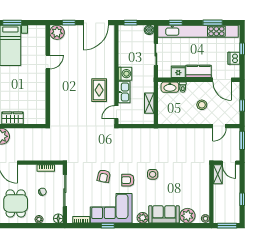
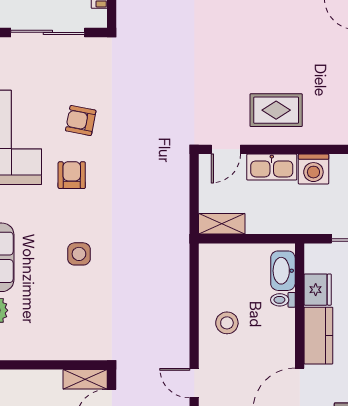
shelving: (149, 103) -> (222, 224), moved
stool: (202, 105) -> (227, 323), moved
door: (116, 112) -> (226, 149), swing flipped
side table: (153, 174) -> (79, 254), moved

